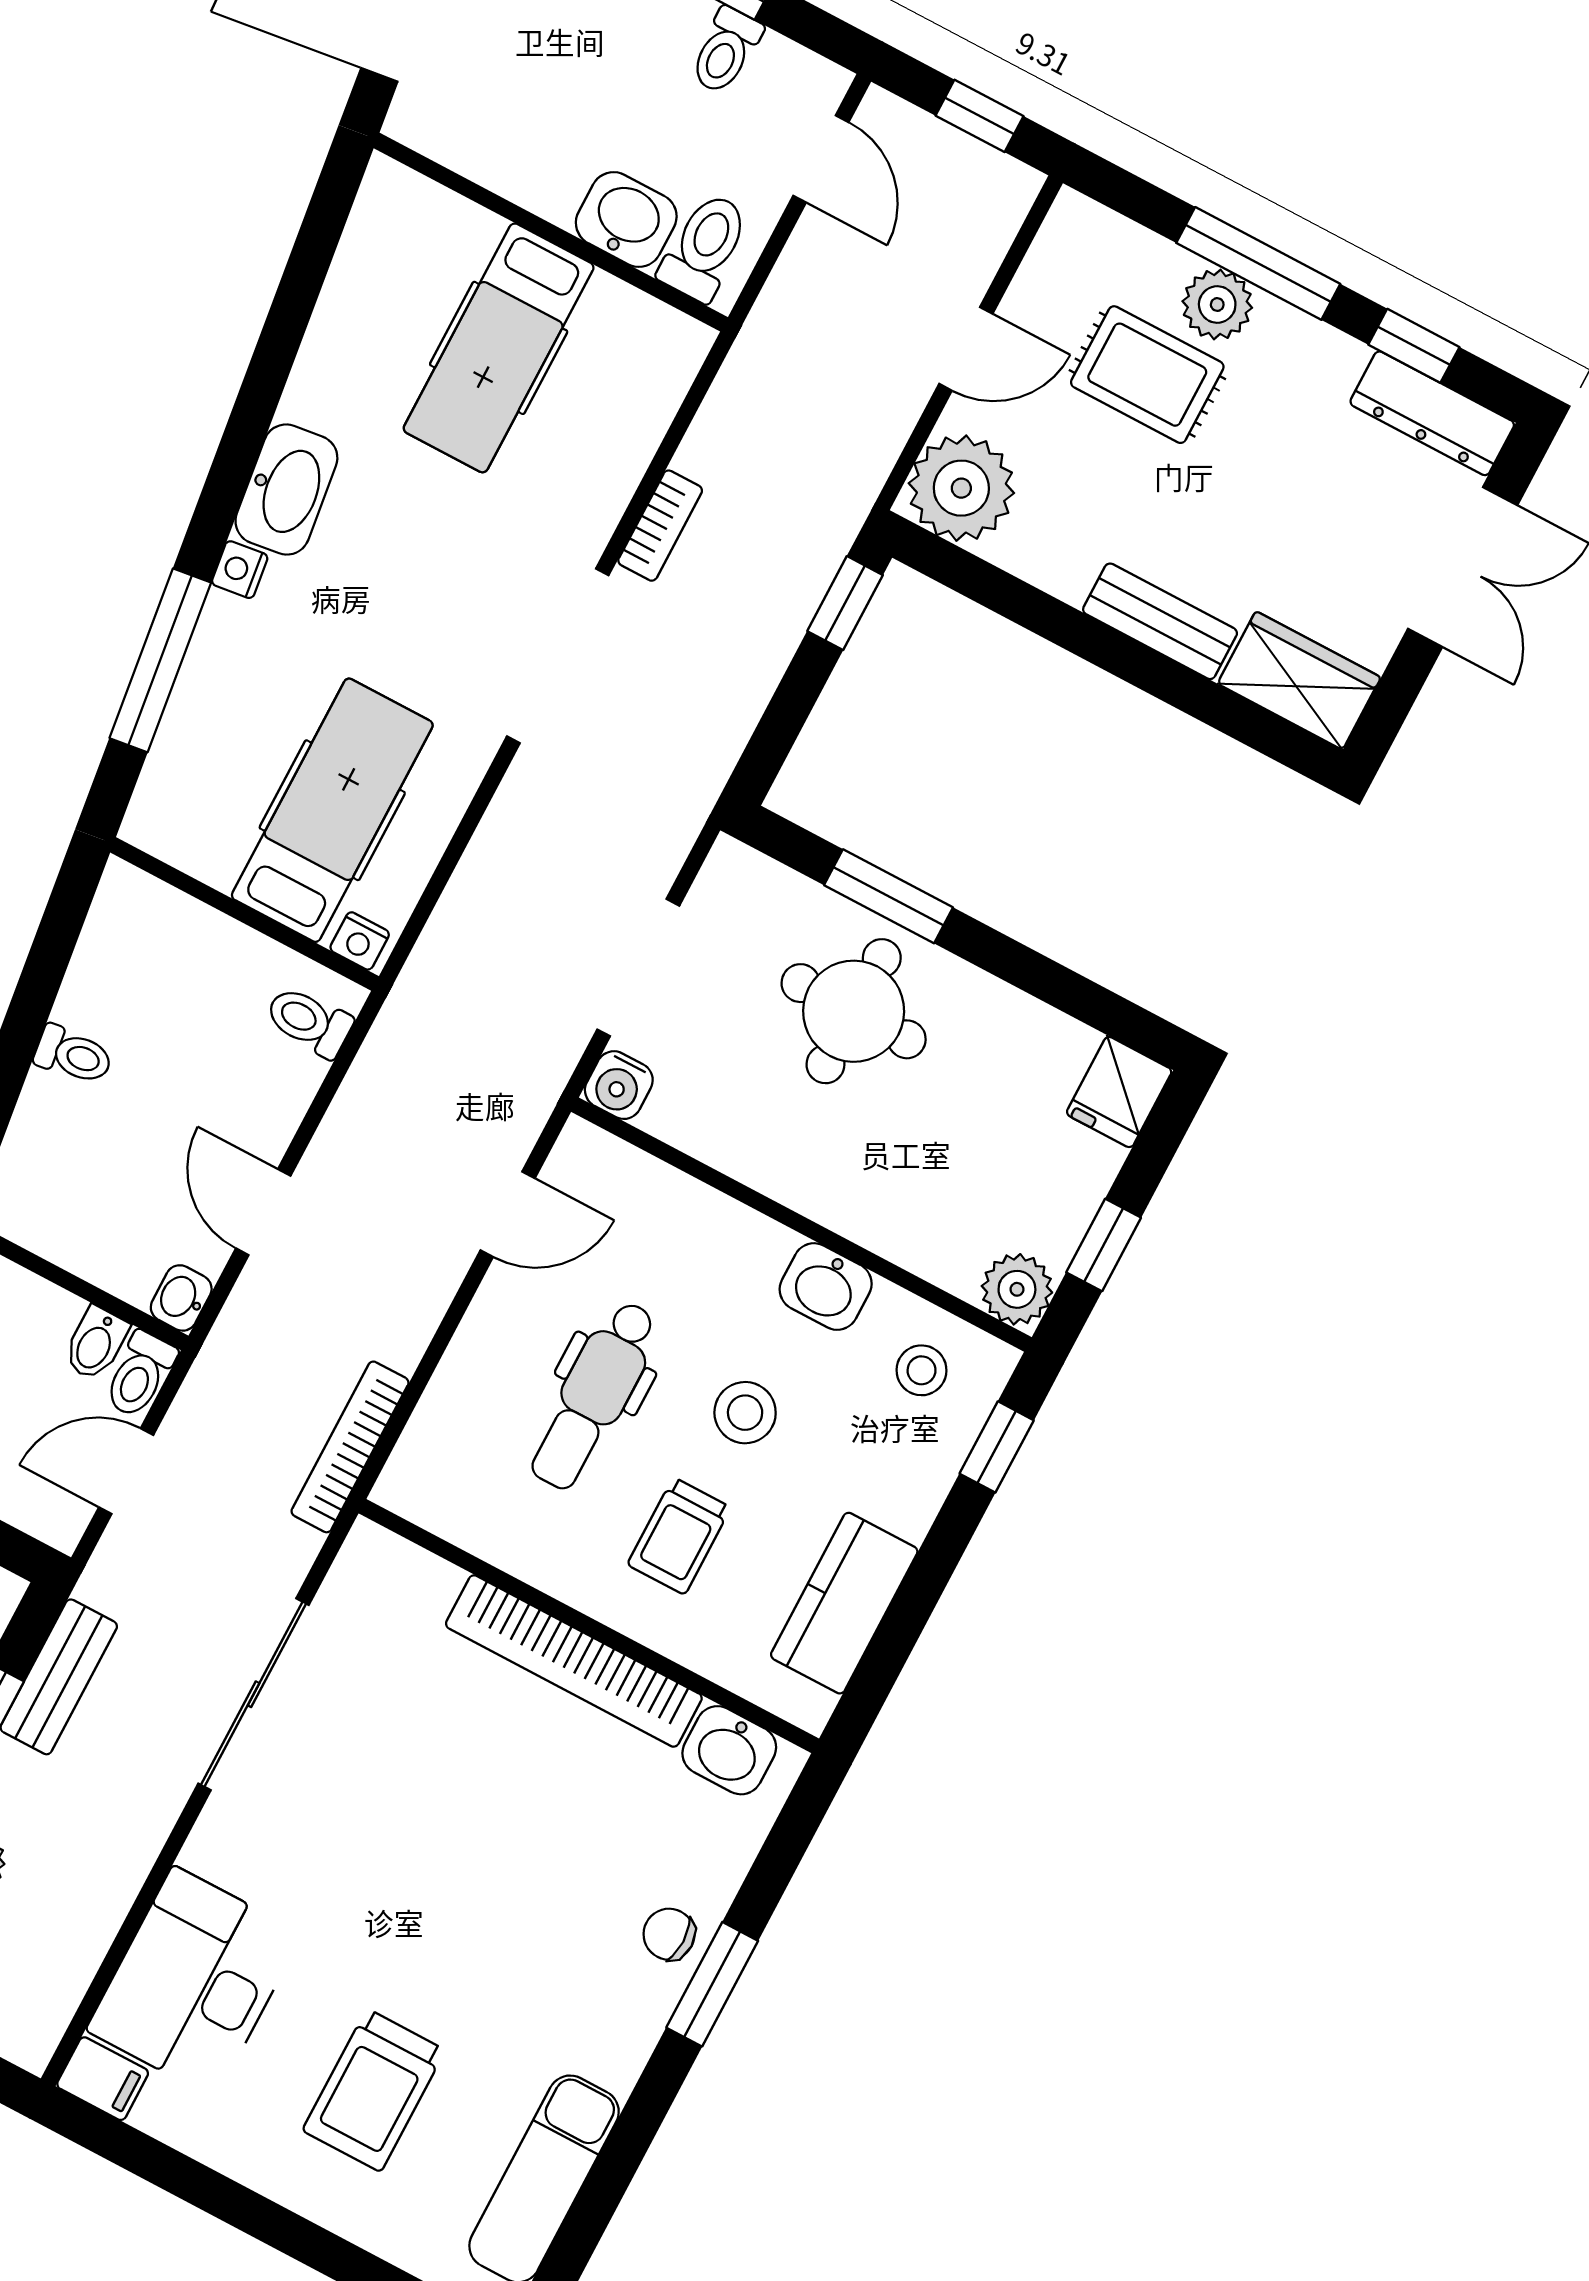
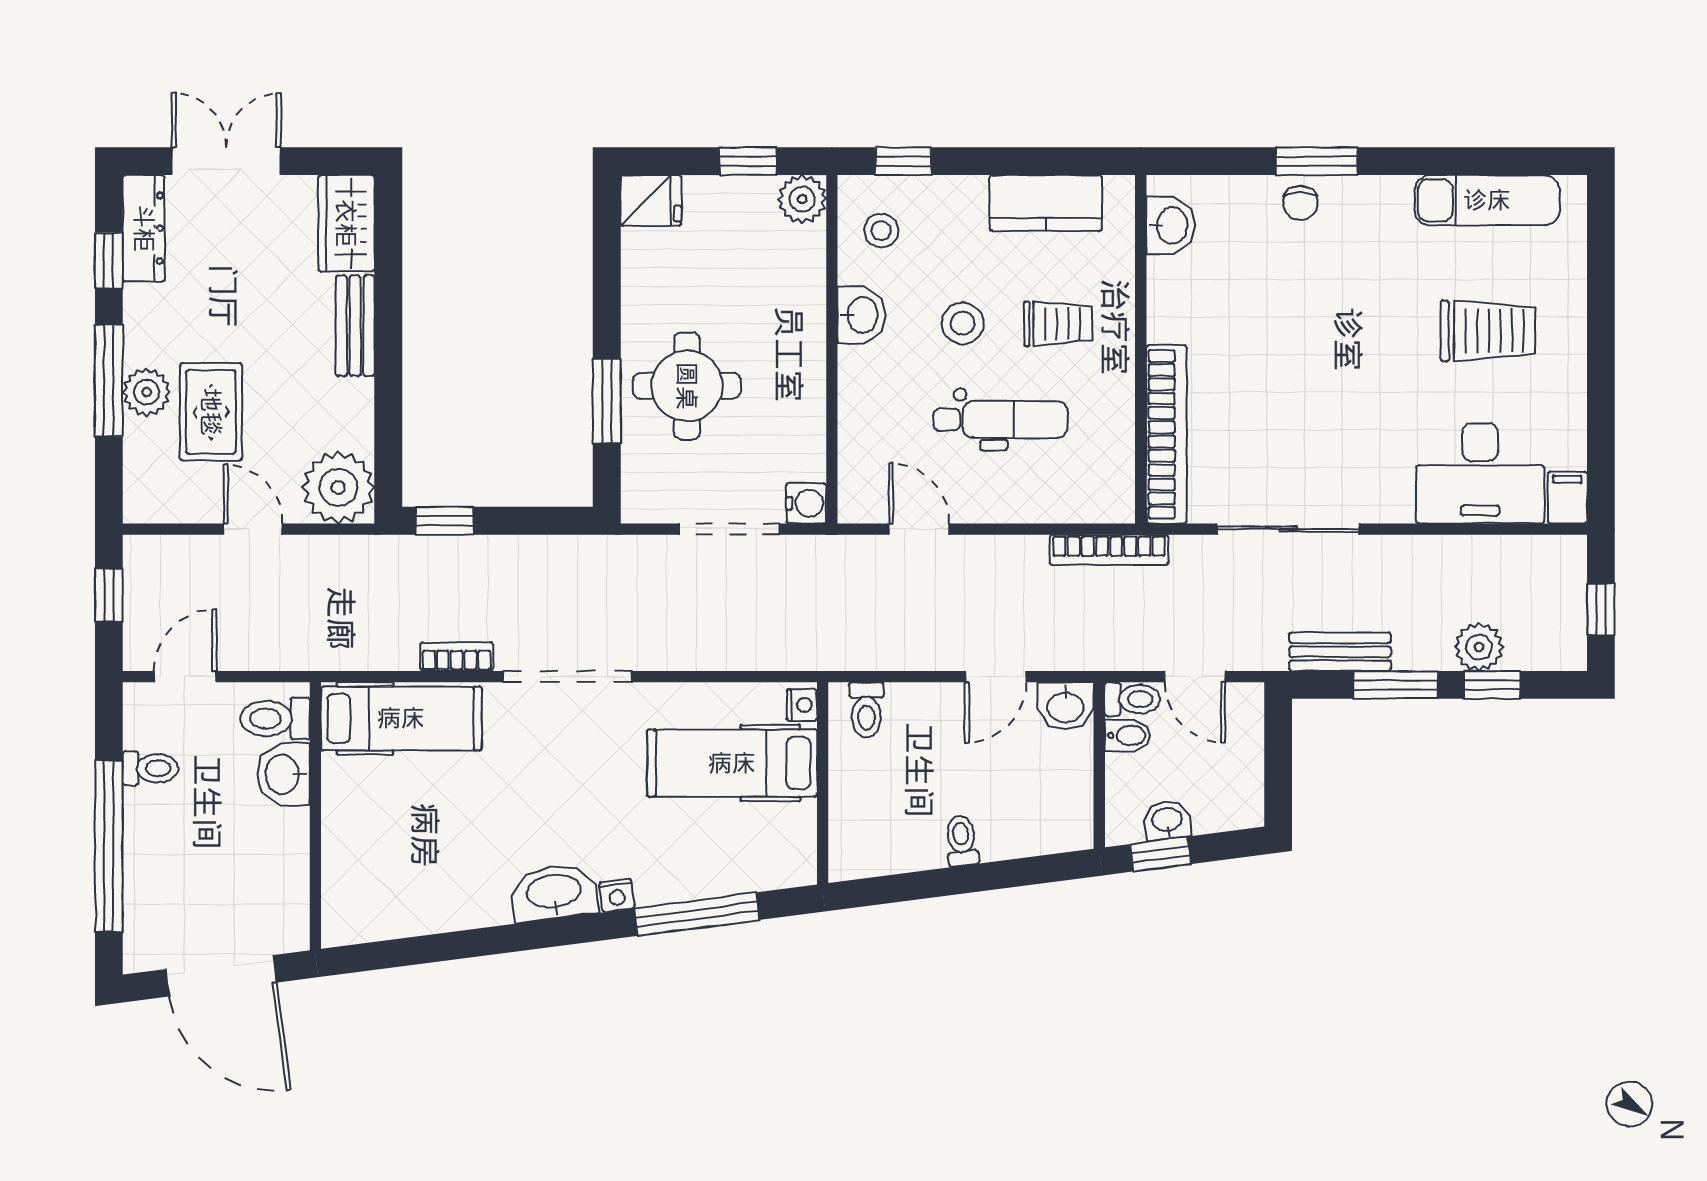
hospital bed: (499, 348) -> (401, 718), moved
washbasin: (181, 1298) -> (1065, 706), width x1.38, depth x1.45
bookcase: (574, 1661) -> (1167, 434), moved

